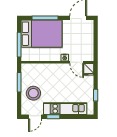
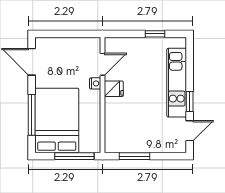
fridge: (89, 69) -> (114, 89), moved
stool: (33, 93) -> (152, 133), removed
door: (35, 117) -> (190, 131), hinge flipped

